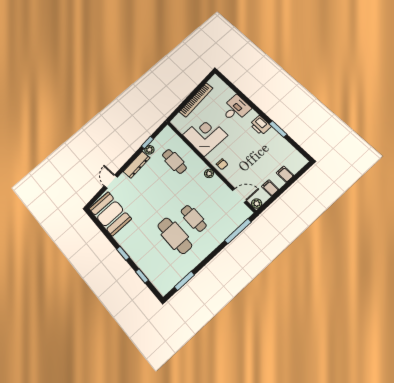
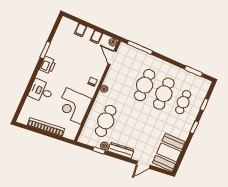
cafe table: (174, 161) -> (106, 121), width x1.37, depth x1.35
cafe table: (194, 218) -> (145, 85), width x1.37, depth x1.35
cafe table: (156, 253) -> (183, 102), added

